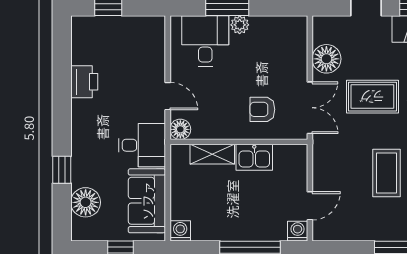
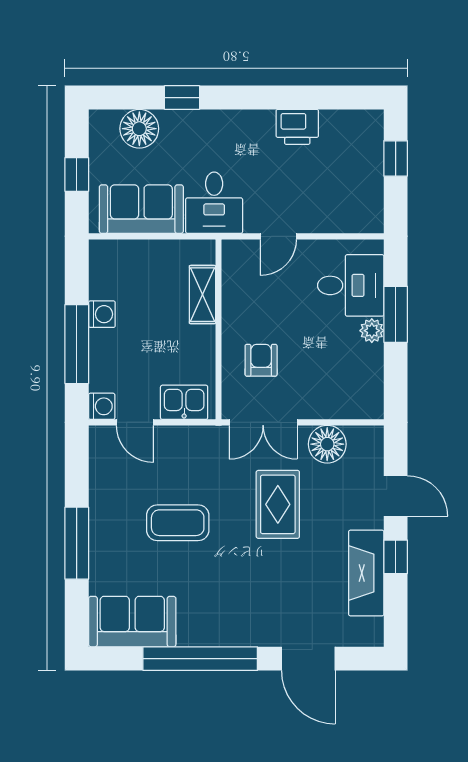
floor lamp: (180, 129) -> (235, 253), removed
kitchen sink: (254, 157) -> (184, 402), moved, turned 90
washing machine: (180, 231) -> (102, 314), moved

